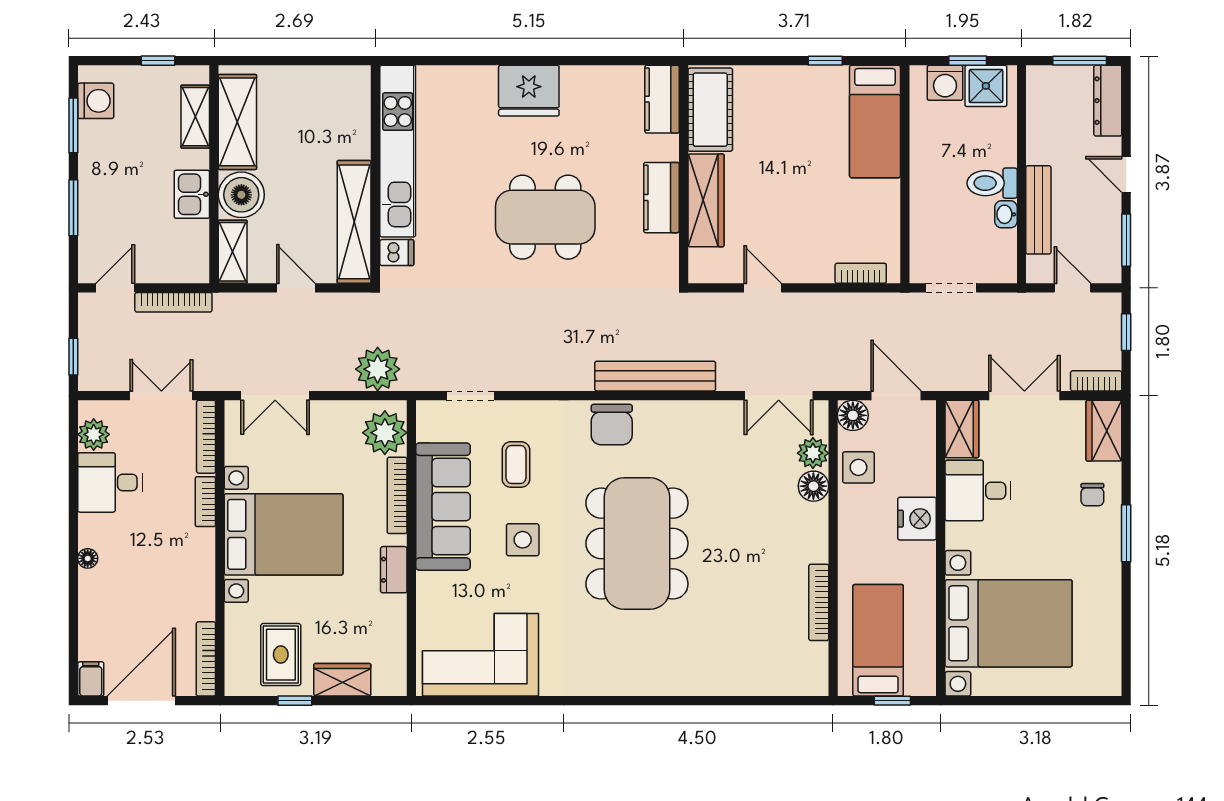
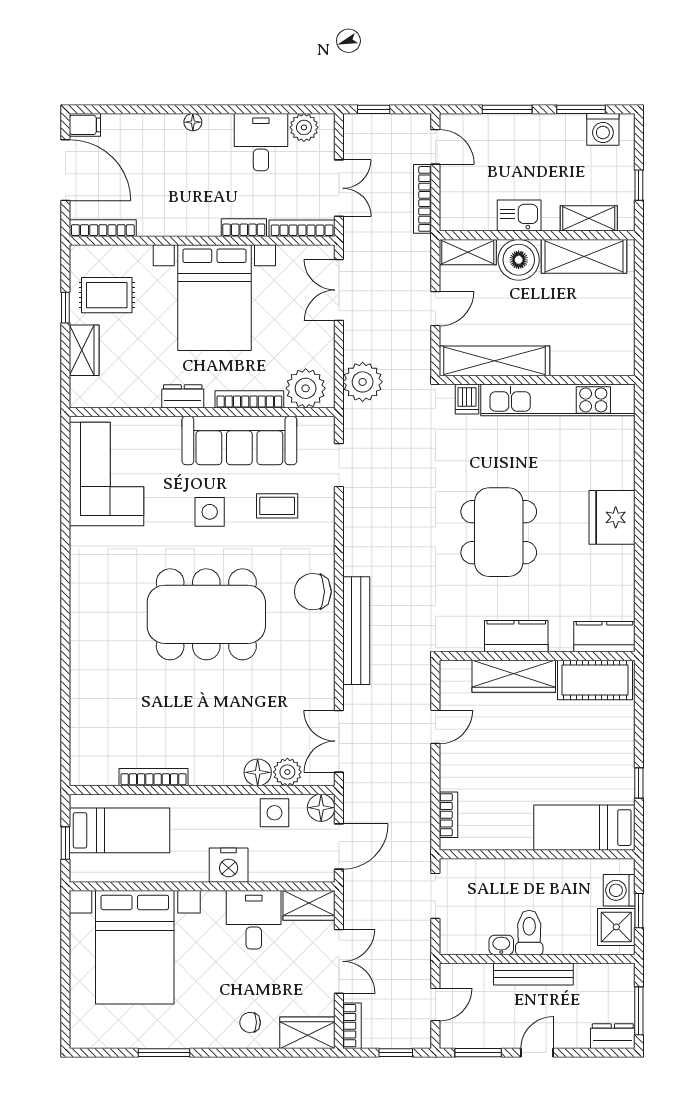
dresser: (1108, 101) -> (613, 1036), width x0.70
bench: (1038, 210) -> (533, 974), moved
window: (1126, 533) -> (164, 1053), moved

